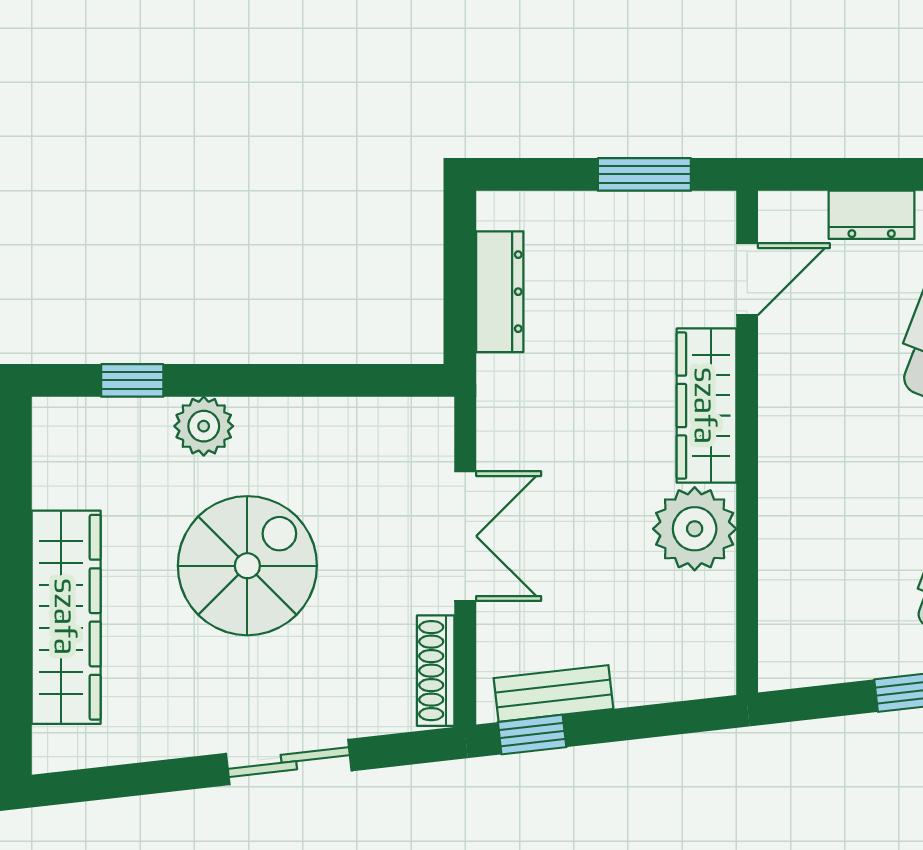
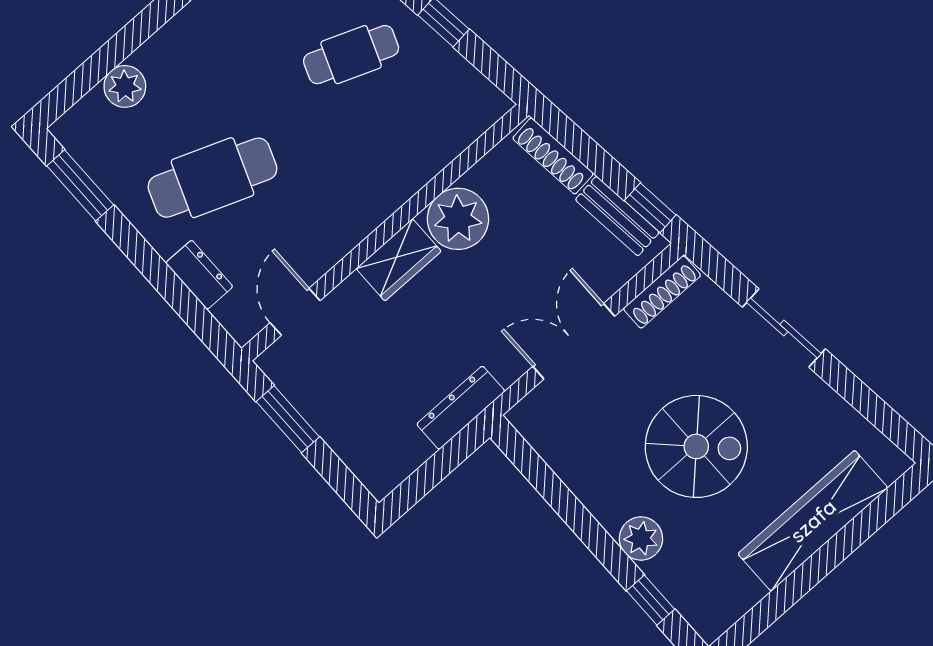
door: (747, 279) -> (295, 312), hinge flipped
dresser: (500, 292) -> (461, 408), moved
wardrobe: (706, 406) -> (399, 260), width x0.67
spiral stairs: (247, 566) -> (696, 446), turned 180
shoe rack: (673, 683) -> (553, 156), added

